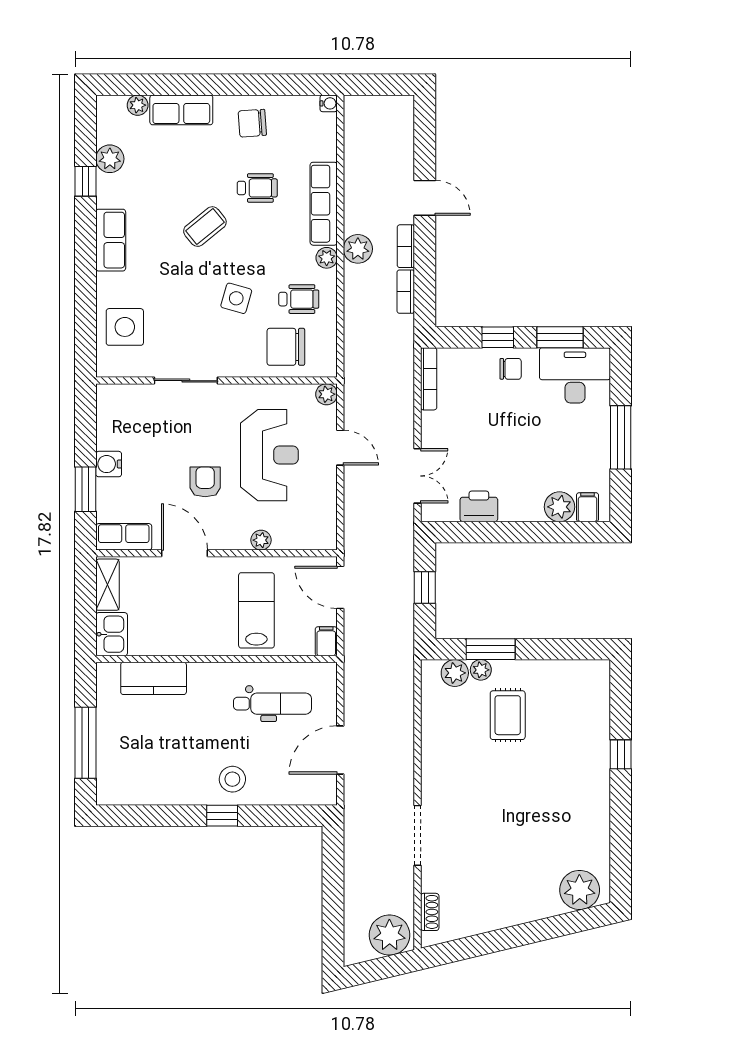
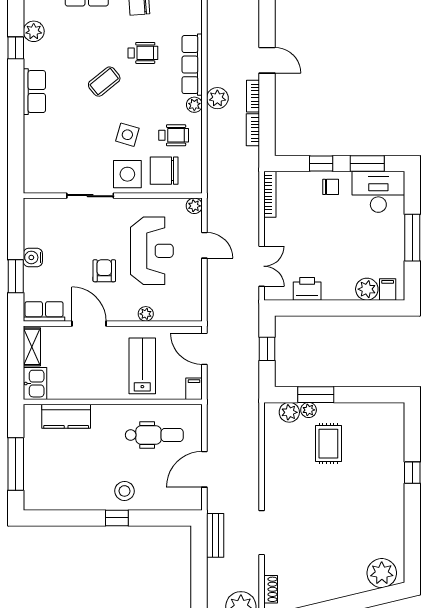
side table: (125, 327) -> (127, 174), moved
bench: (355, 839) -> (215, 535), added

